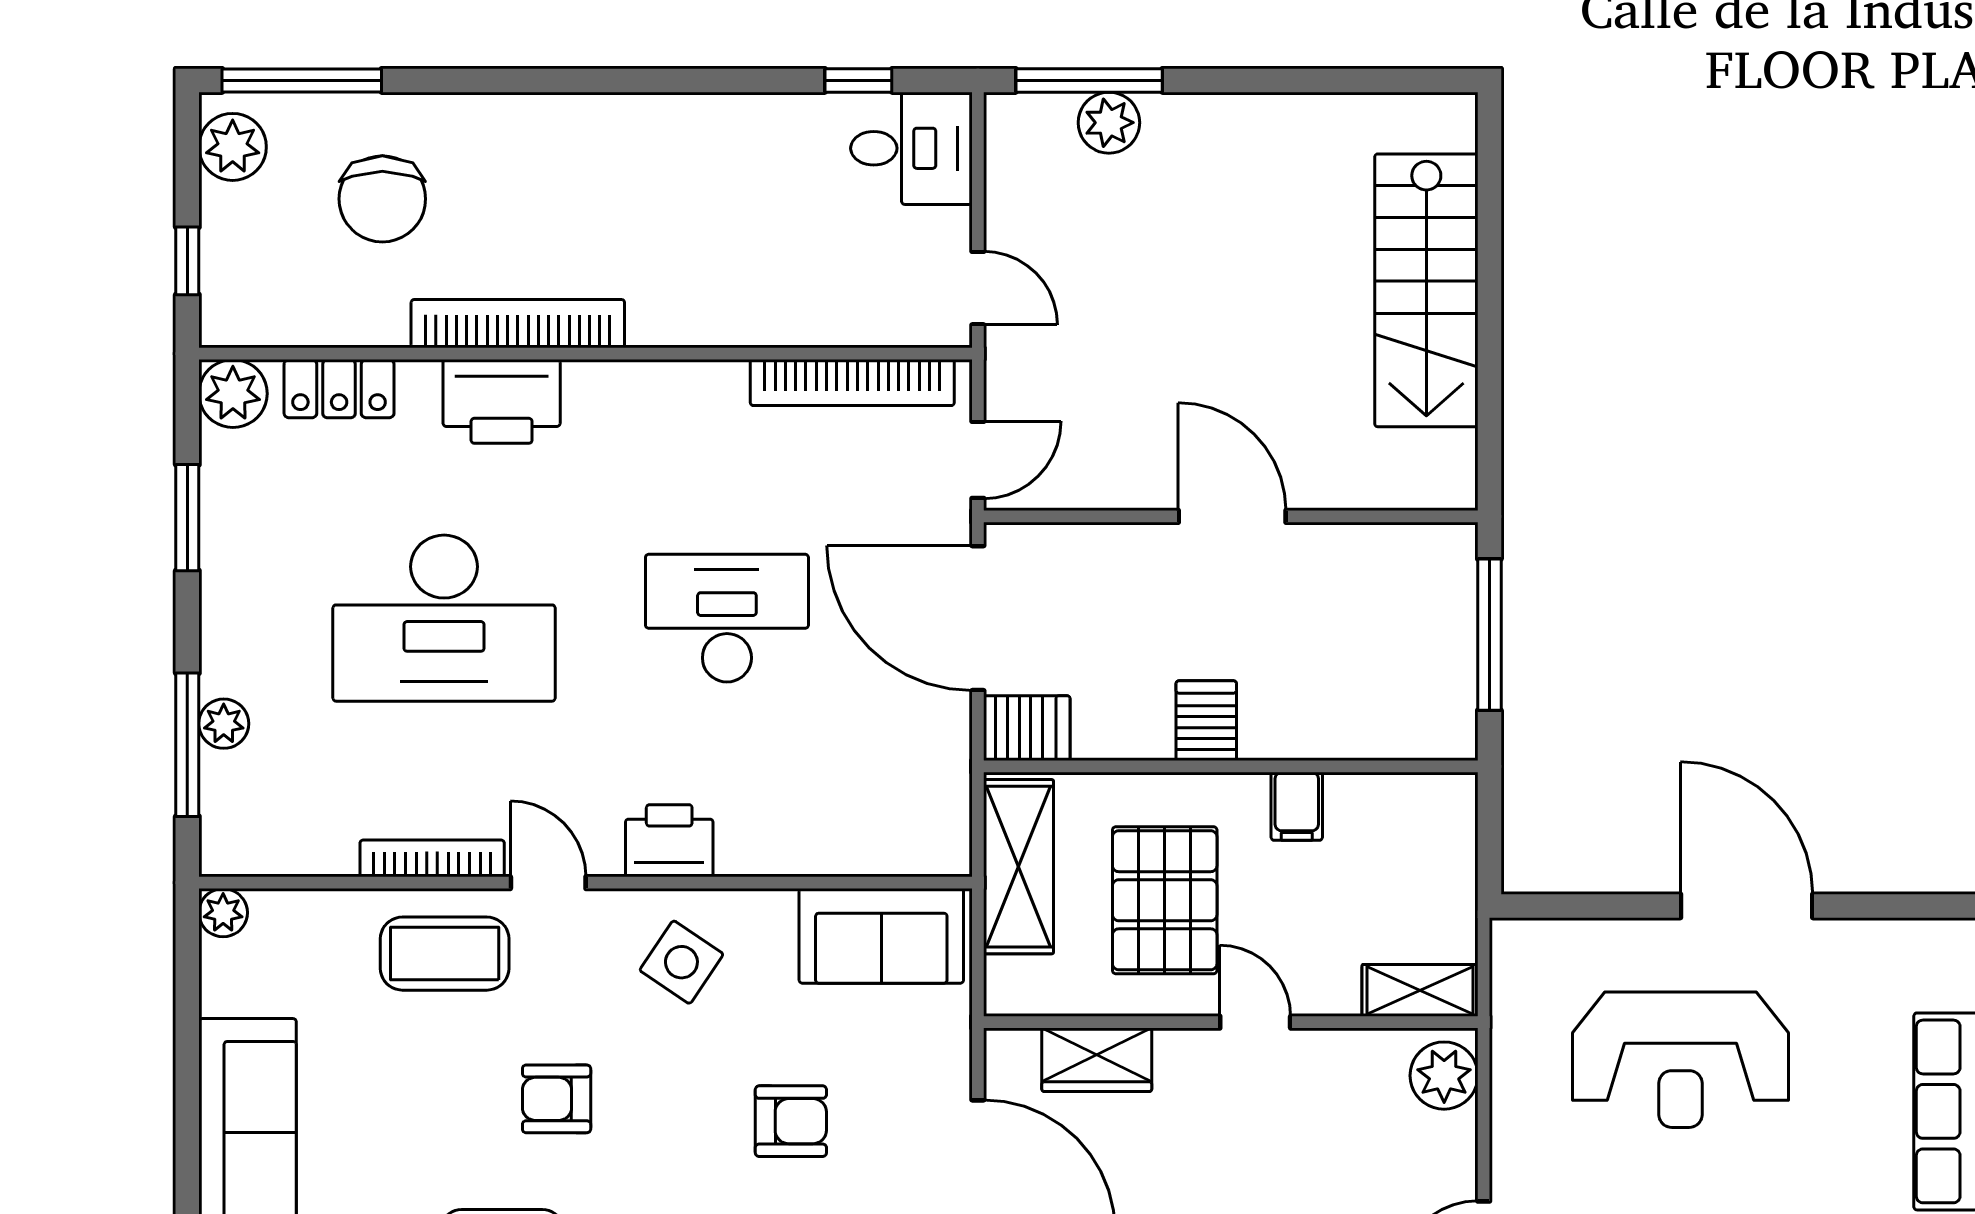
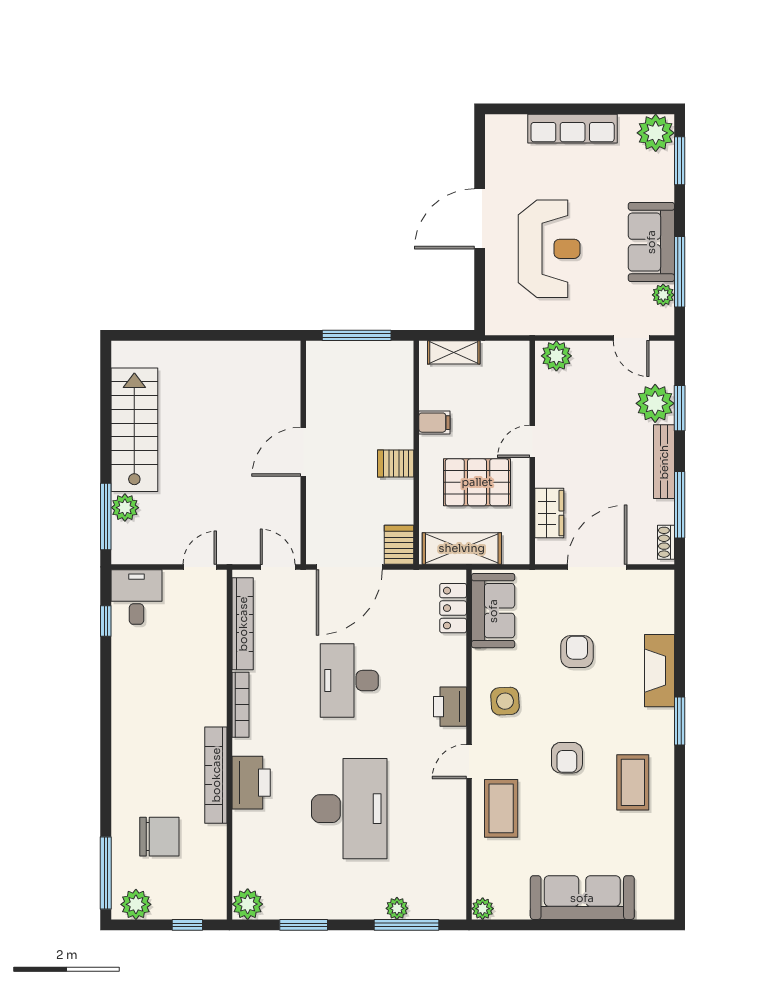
stairs: (1426, 290) -> (134, 430), moved, turned -90
locker: (339, 389) -> (453, 608), moved, turned 180
bookcase: (432, 858) -> (240, 705), moved, turned 180
side table: (681, 962) -> (505, 701), turned -37
shelving: (1420, 990) -> (454, 352), moved, turned 90

